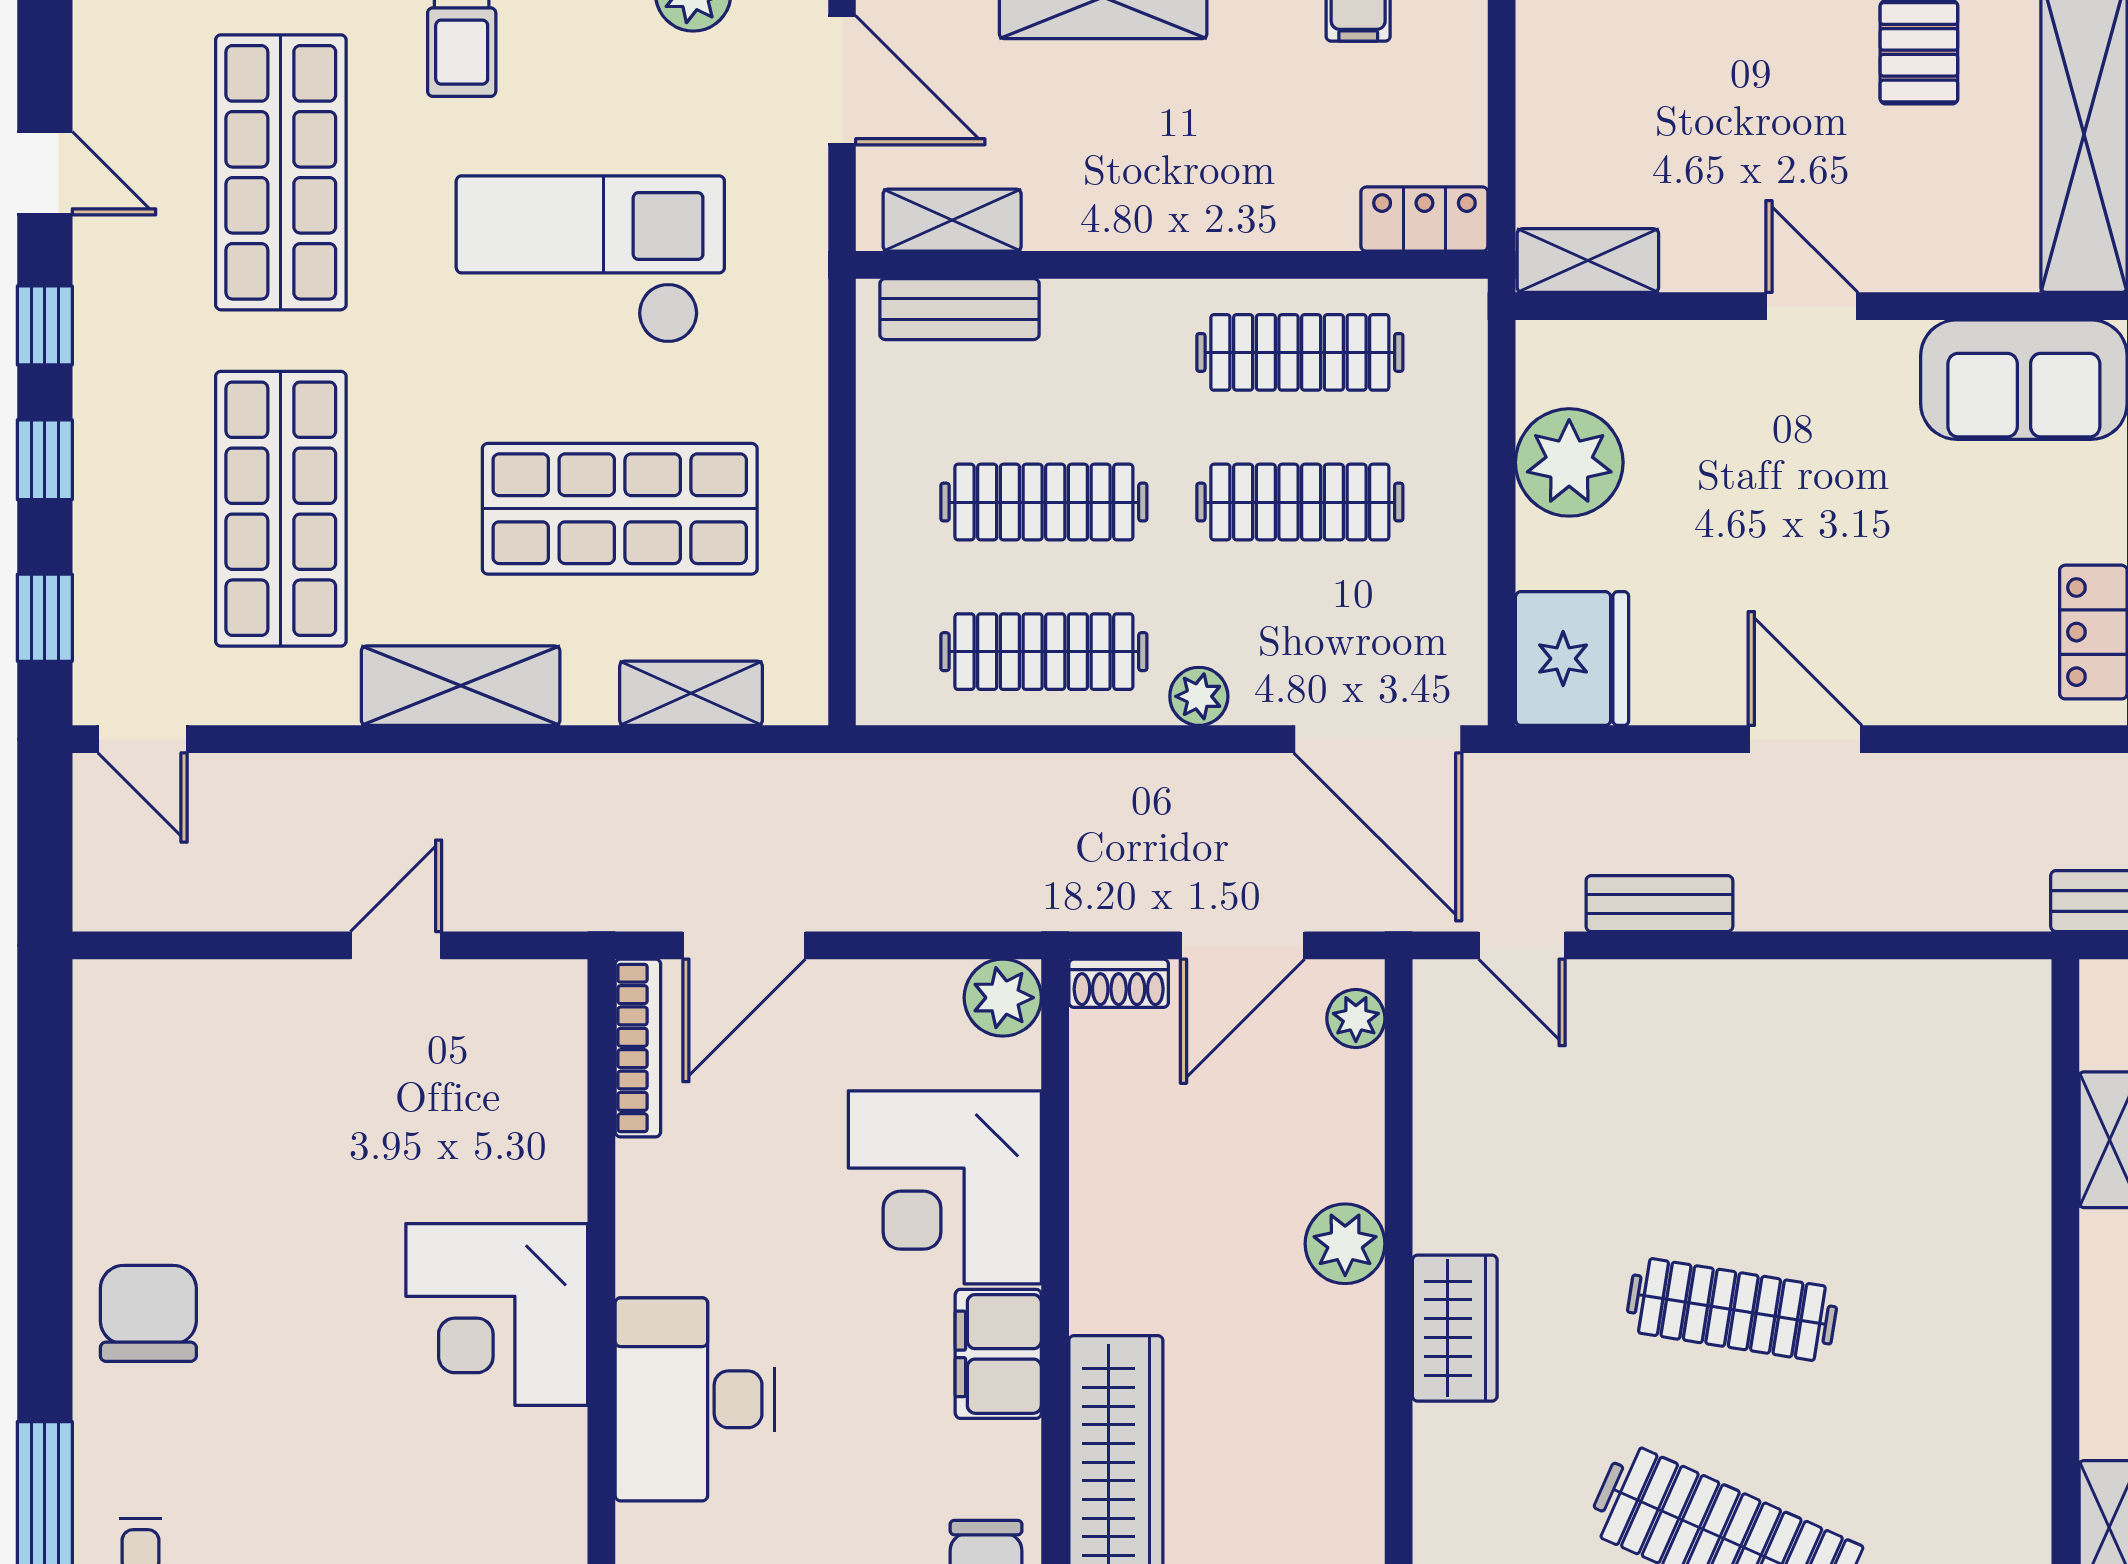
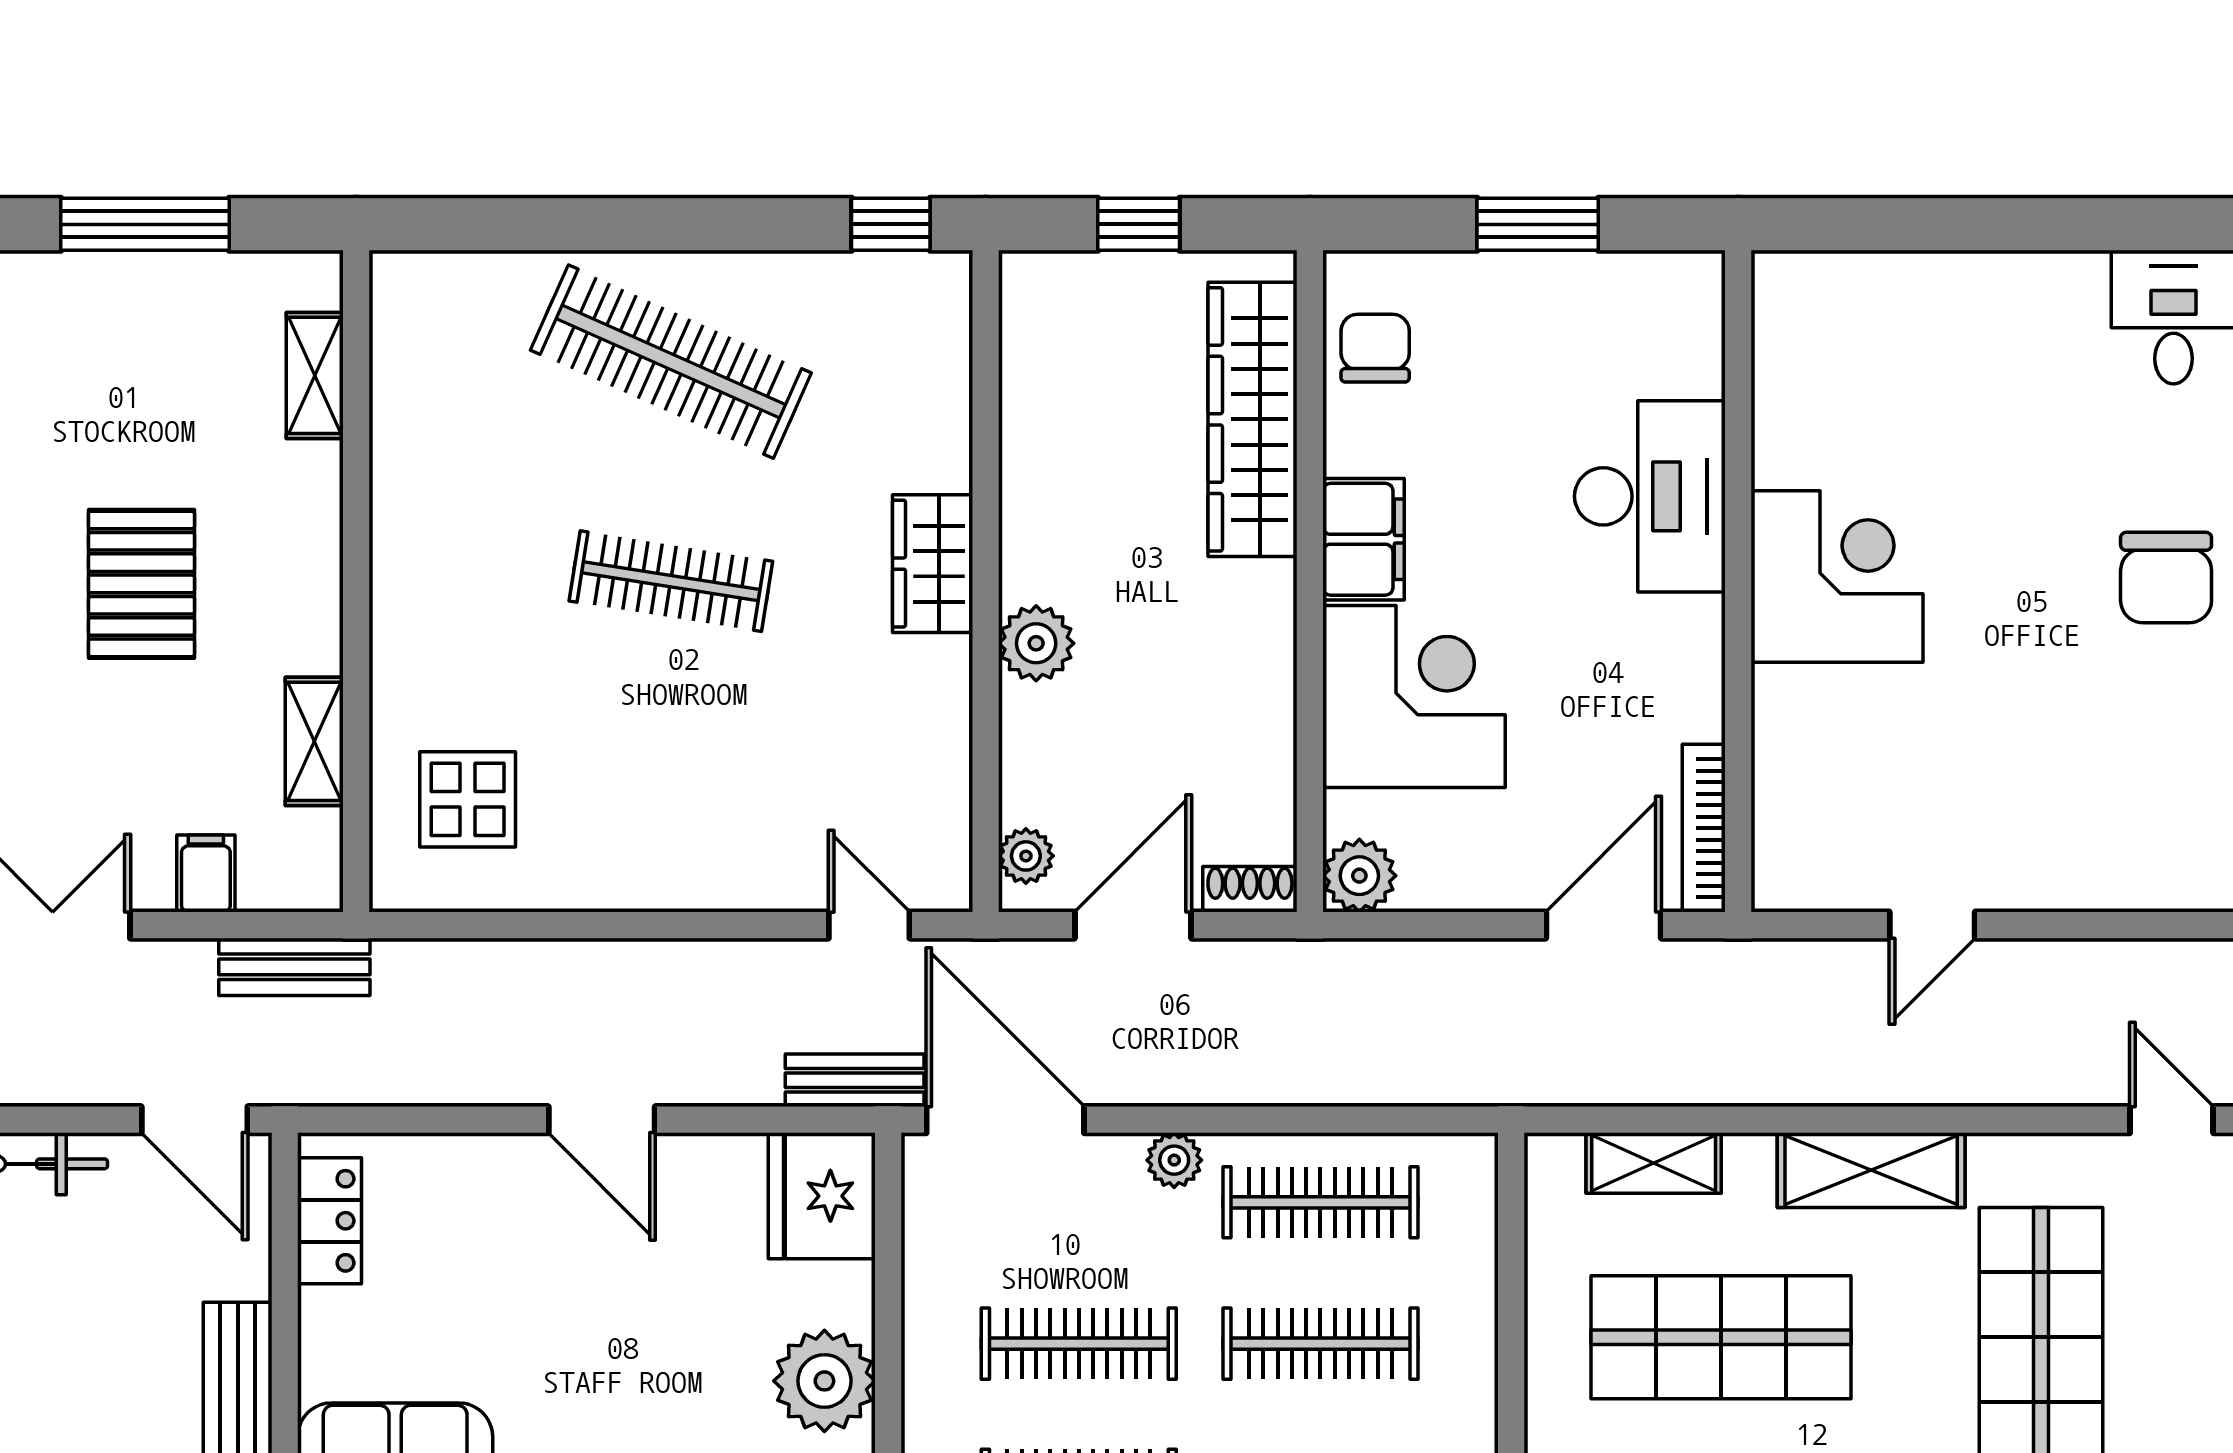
bench: (1659, 904) -> (855, 1080), moved
display table: (1947, 1078) -> (468, 799), added

